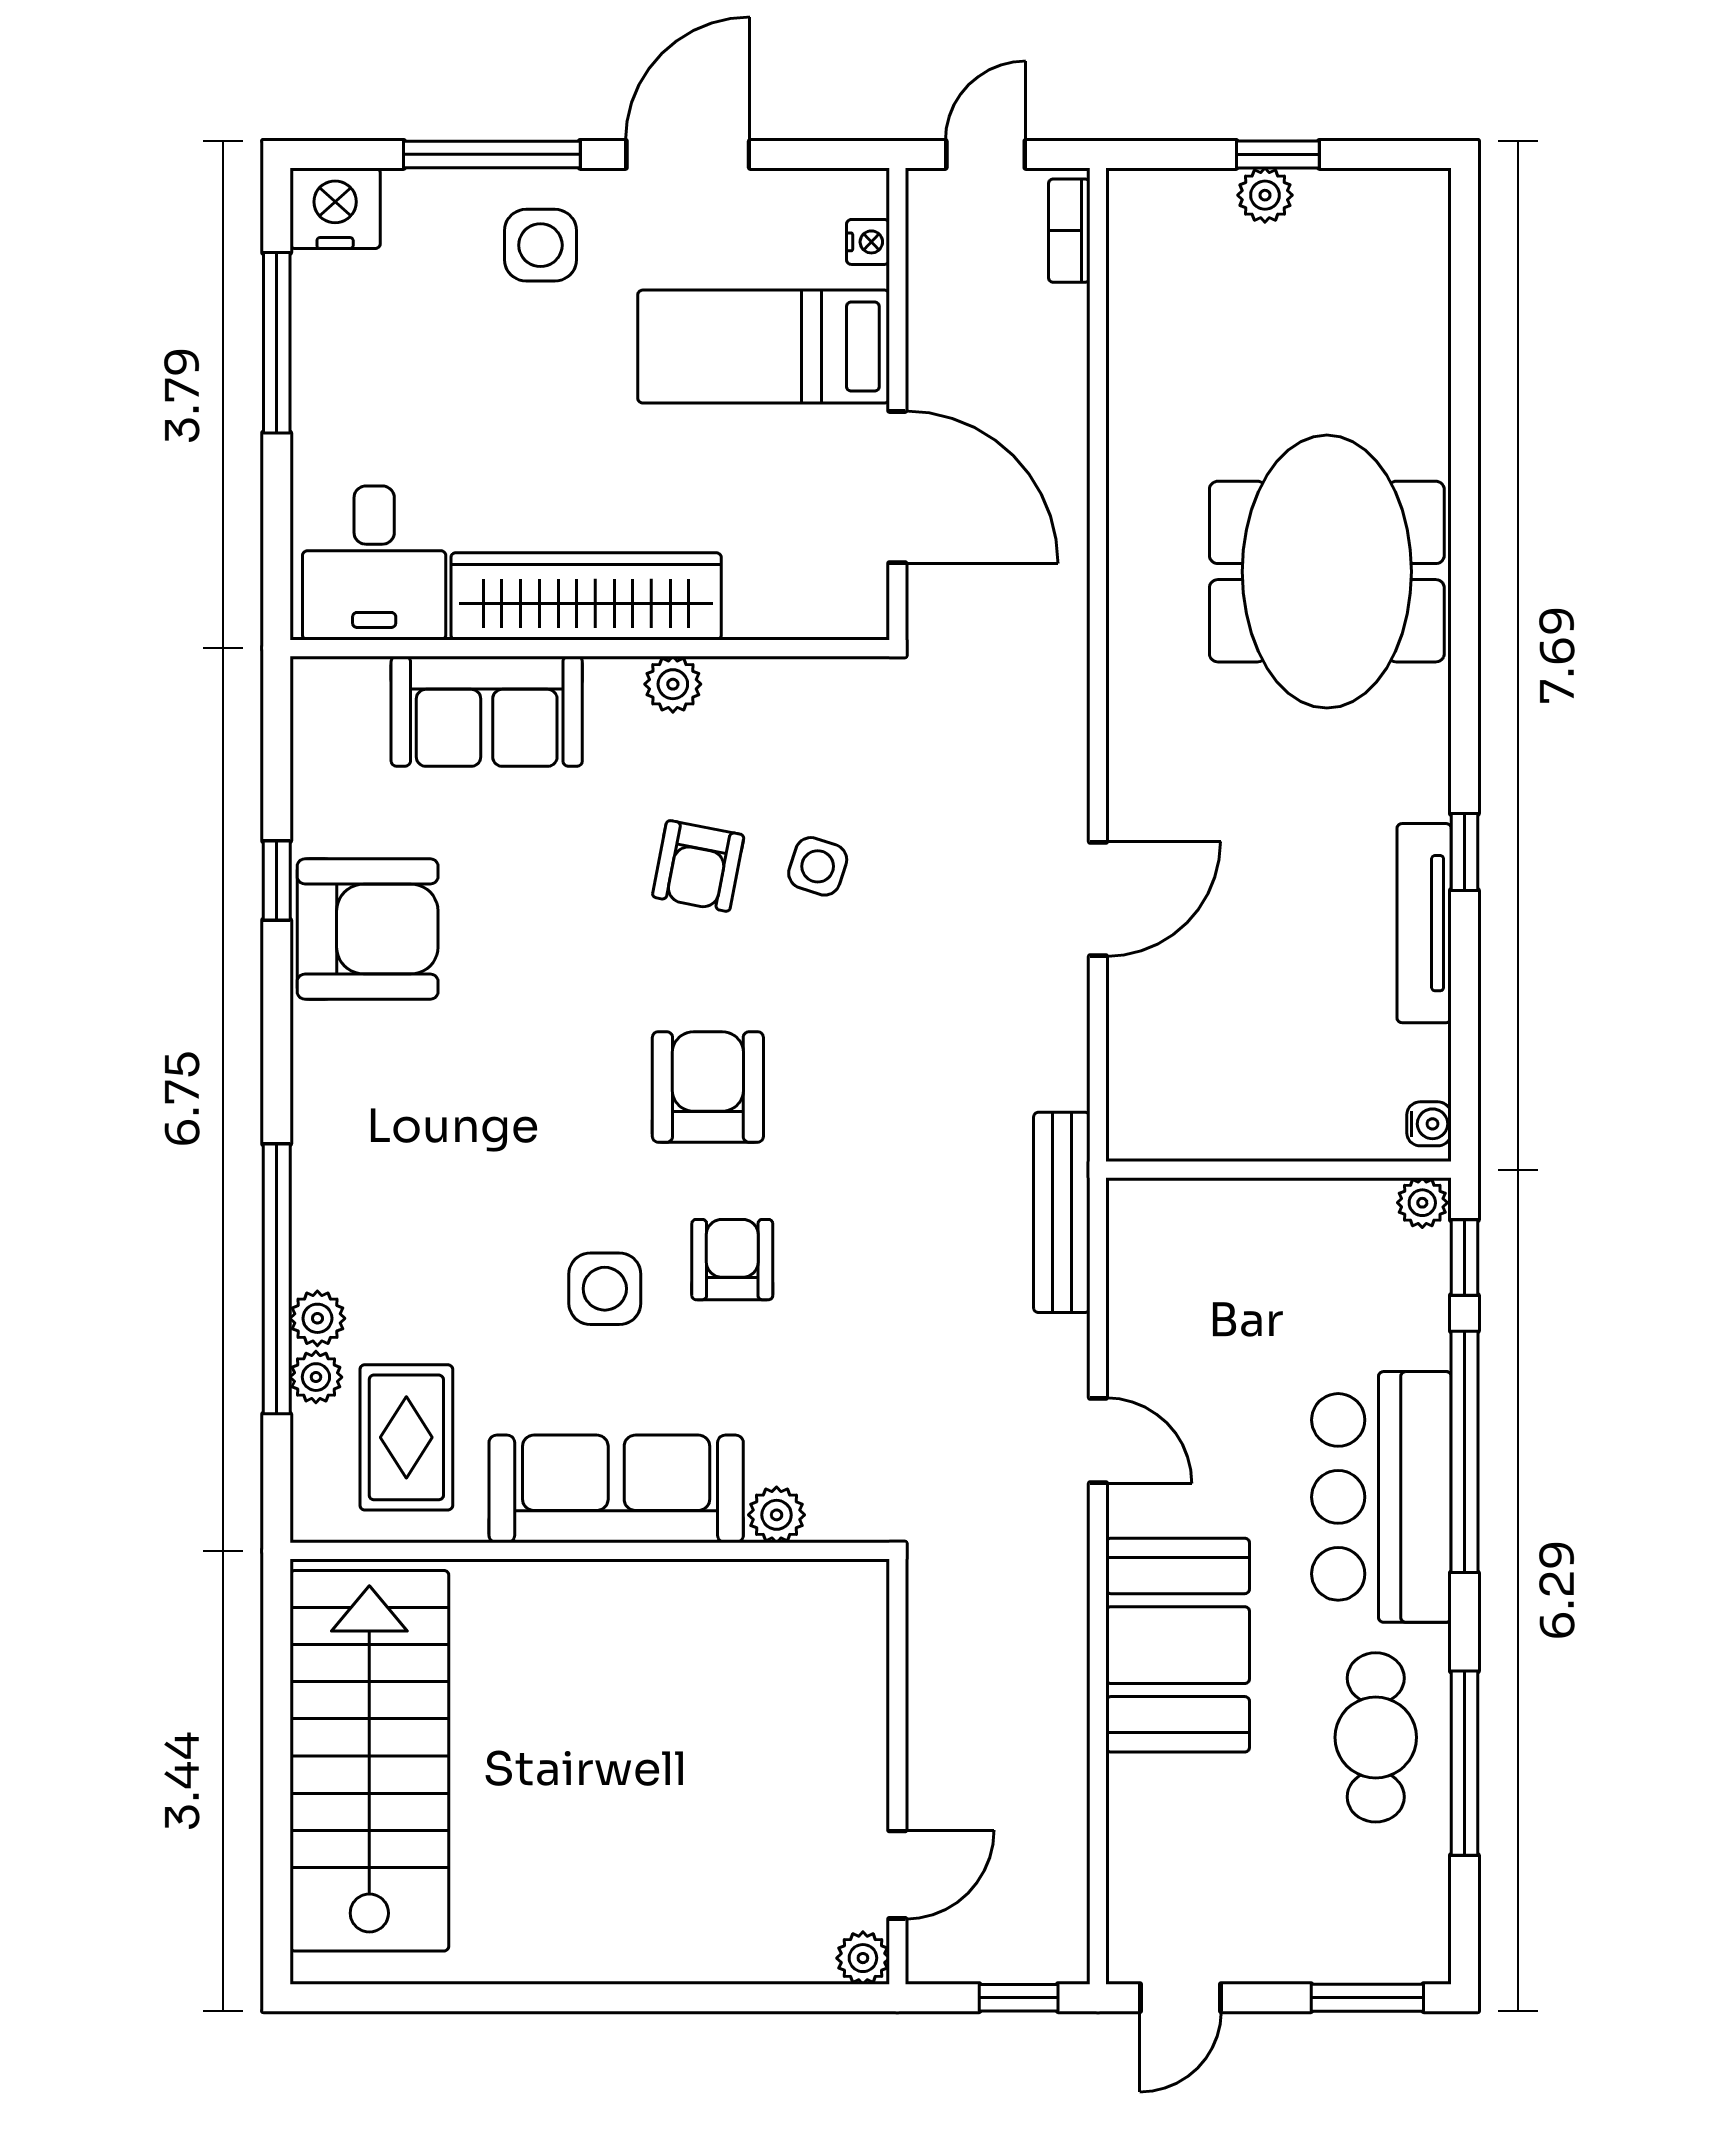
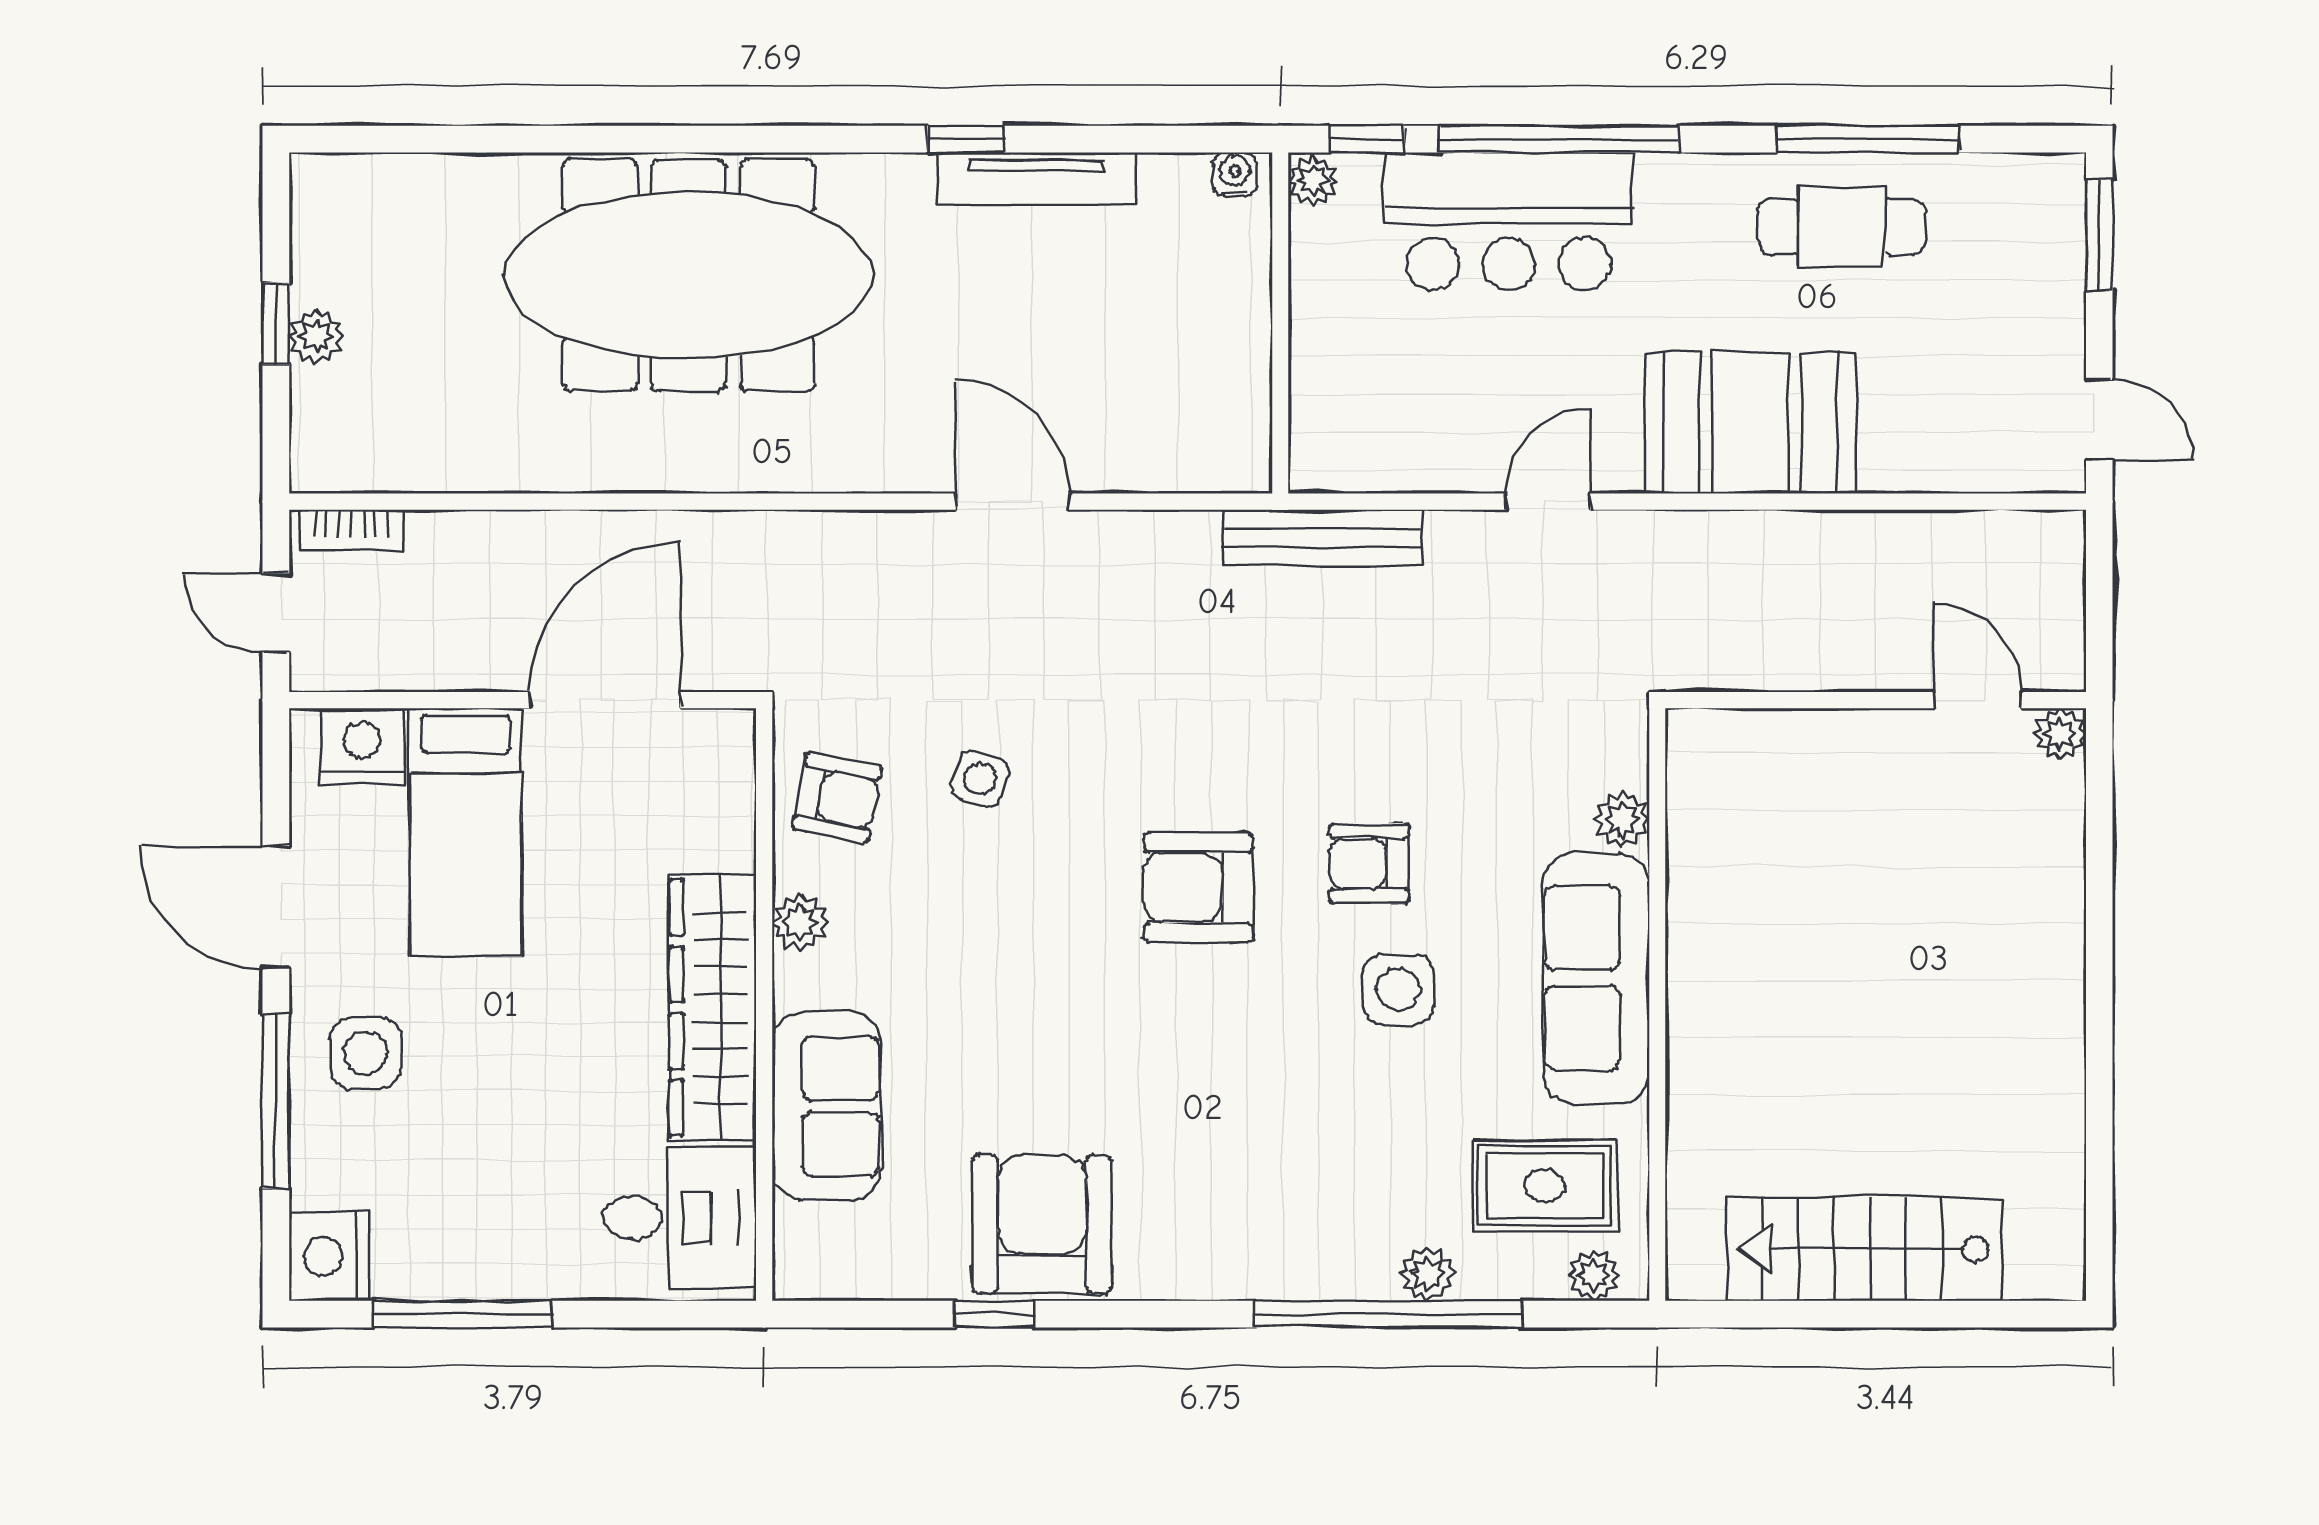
nightstand: (868, 242) -> (362, 746), width x1.89, depth x1.79
meeting table: (1327, 572) -> (689, 275), width x1.36
armchair: (698, 866) -> (837, 798), moved
plant: (316, 1377) -> (1594, 1275), moved
bar counter: (1381, 1497) -> (1509, 221), moved
stairs: (369, 1761) -> (1865, 1249), width x0.73, depth x0.66
window: (1019, 1998) -> (2099, 580), removed

